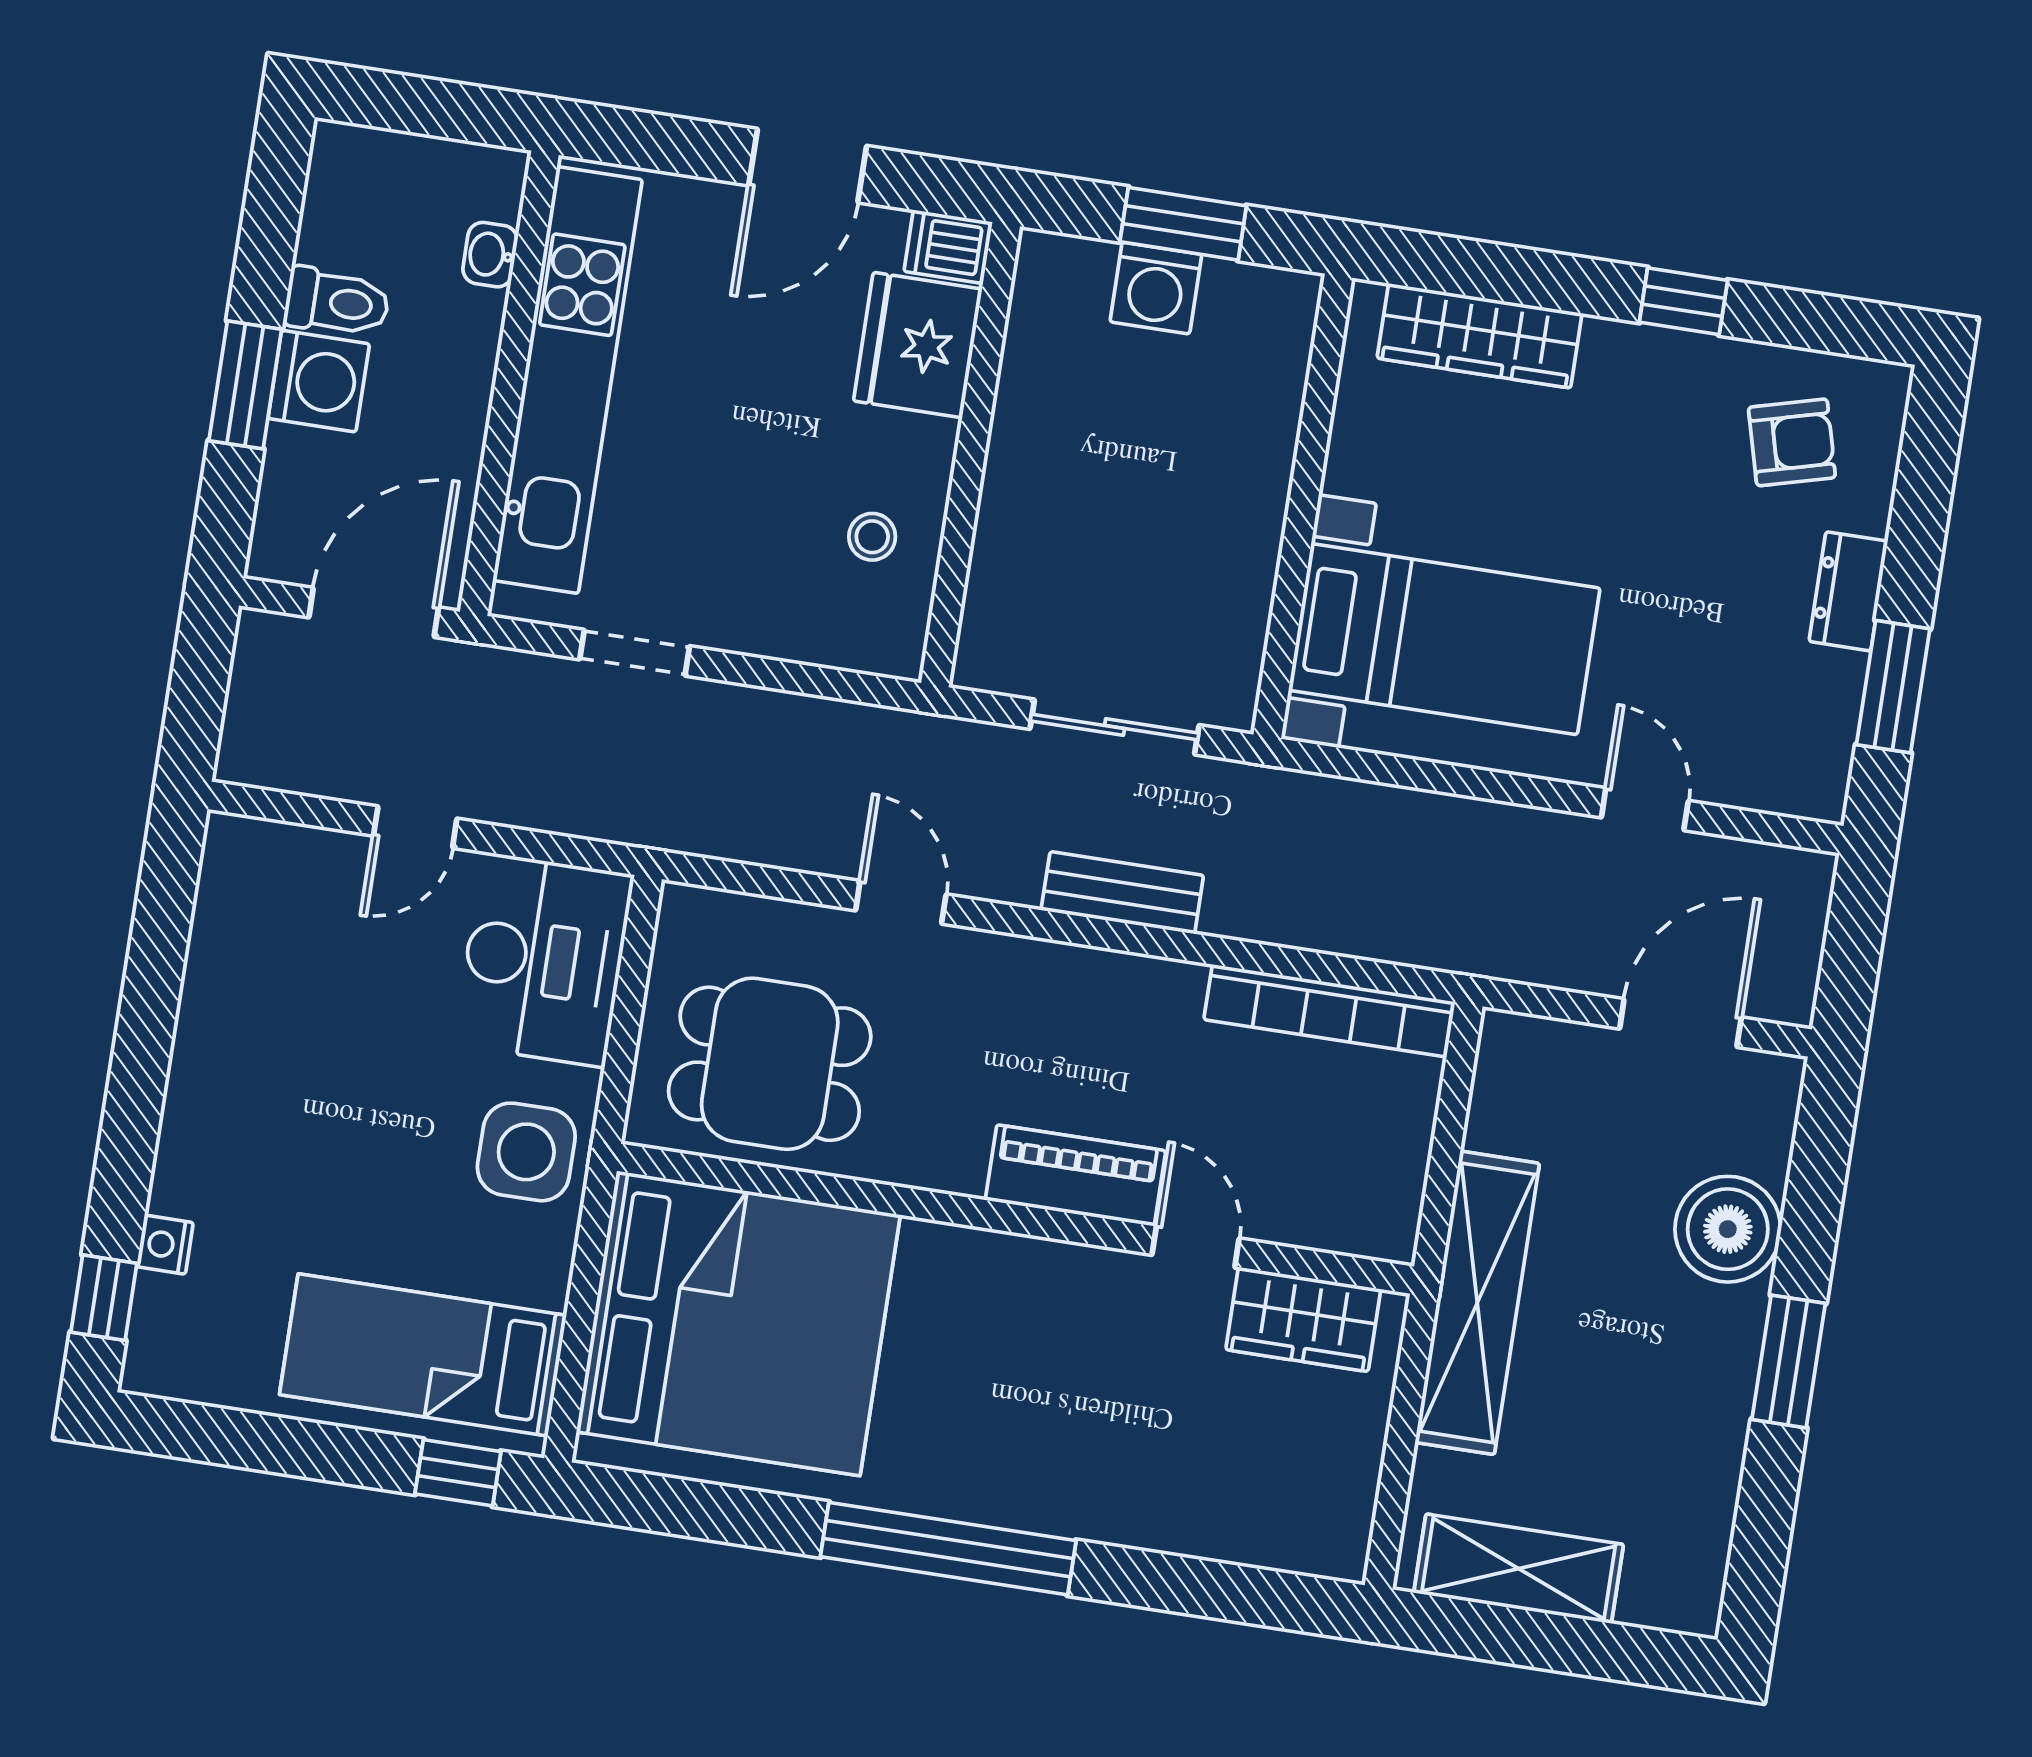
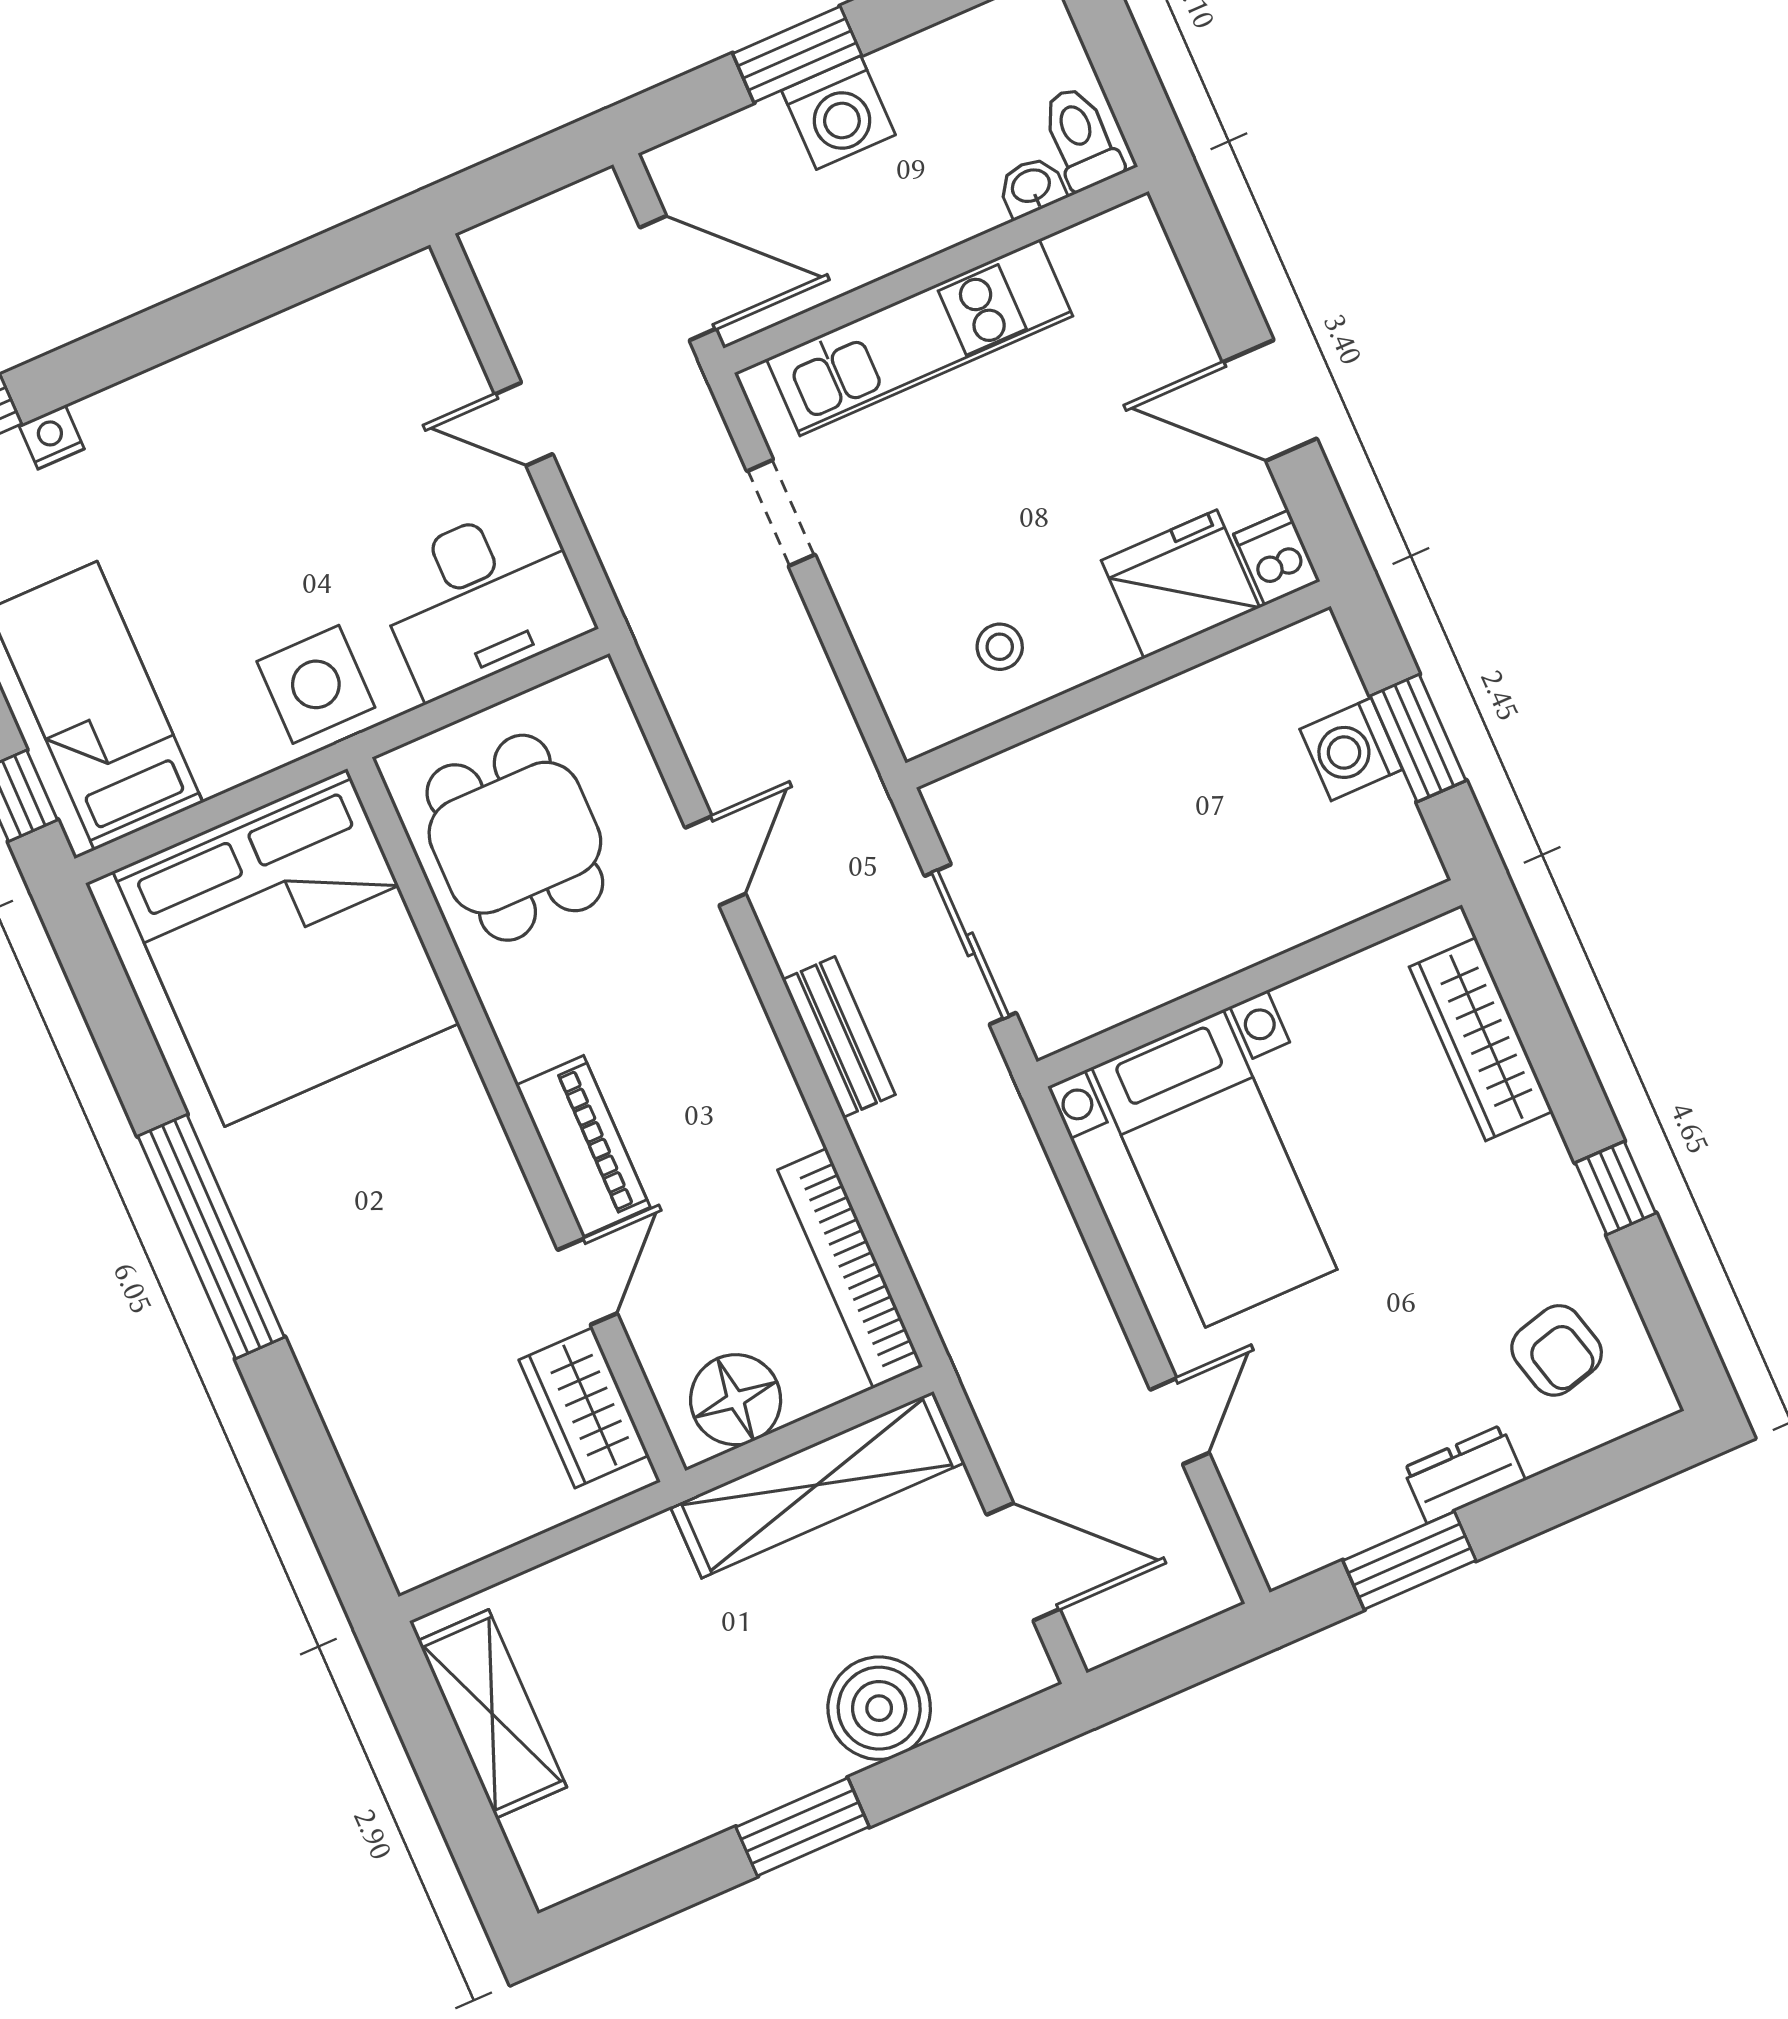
toilet: (337, 302) -> (1081, 138), moved, turned 180
kitchen unit: (568, 380) -> (920, 337), width x0.73
floor lamp: (1380, 1183) -> (736, 1400), added
shelving: (1477, 1303) -> (817, 1485), moved

